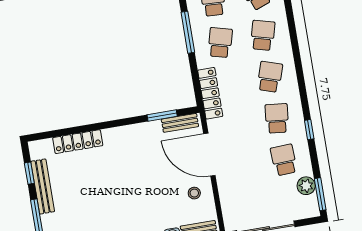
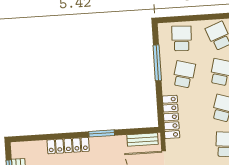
window: (162, 116) -> (102, 133), moved
locker: (78, 142) -> (68, 146), moved

